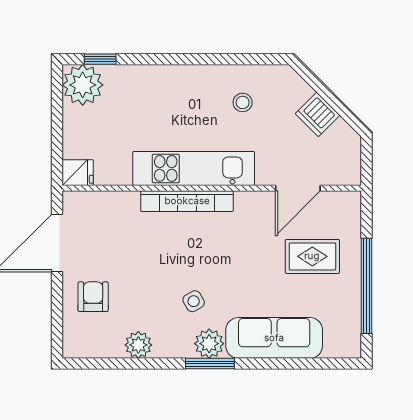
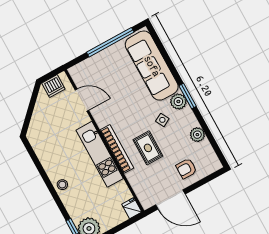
stool: (243, 102) -> (62, 185), moved
dishwasher: (318, 114) -> (53, 86), moved, turned 45
rug: (312, 256) -> (148, 148), moved
sofa: (274, 338) -> (152, 66), width x1.36, depth x1.27

